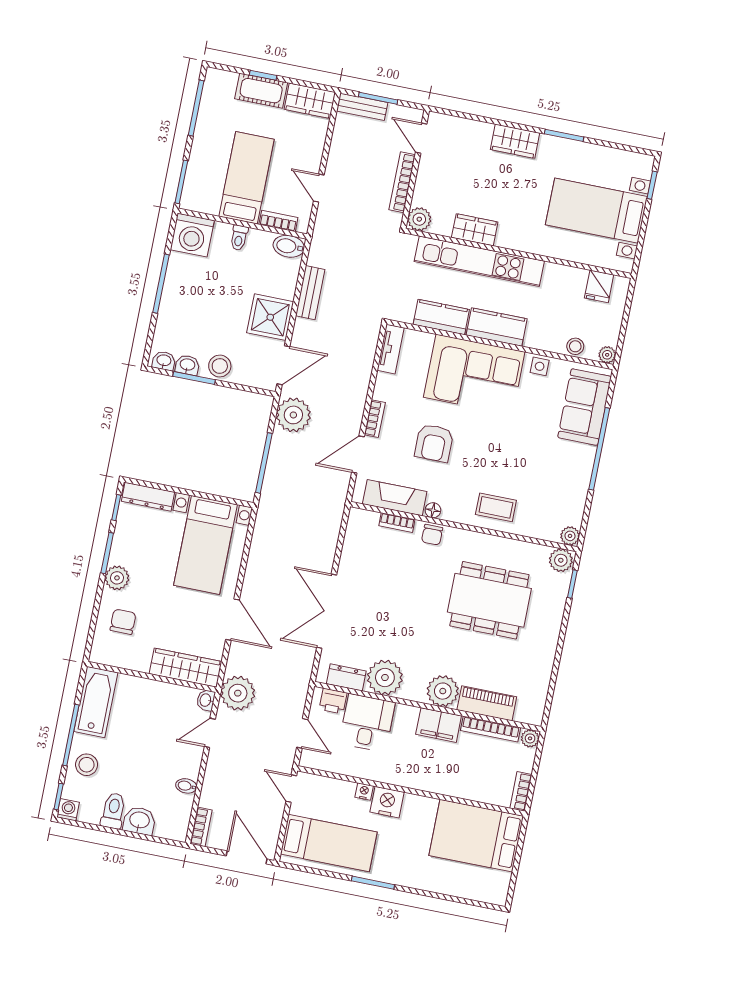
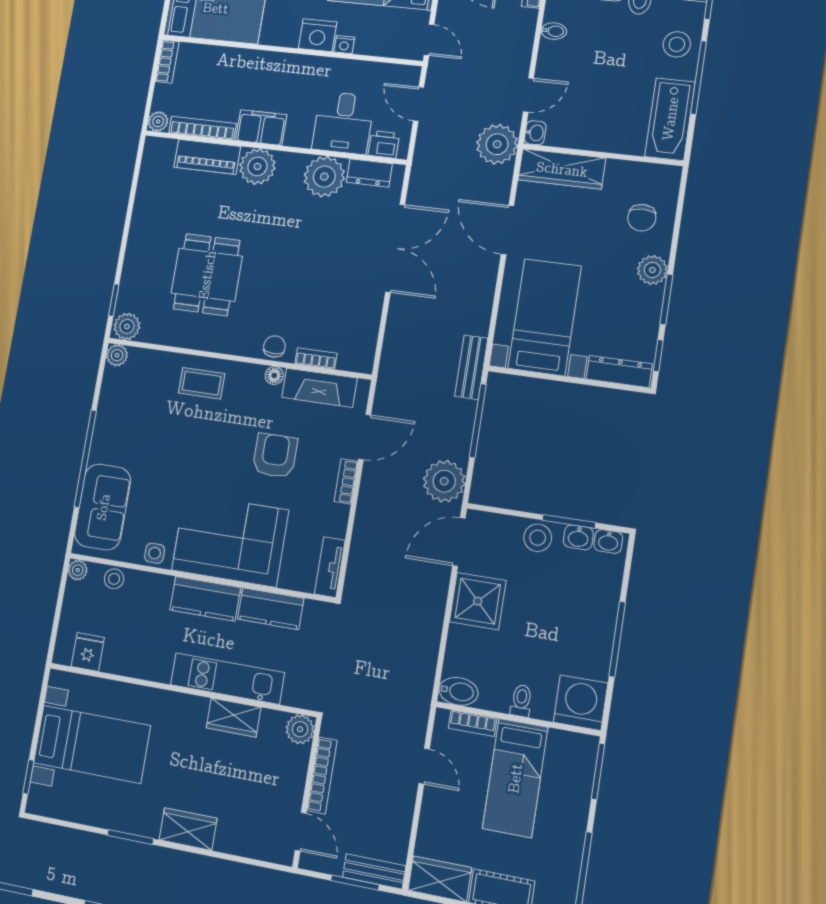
kitchen unit: (479, 261) -> (227, 679), width x0.73
bench: (310, 293) -> (471, 367), moved
dining table: (489, 600) -> (207, 275), width x0.73

